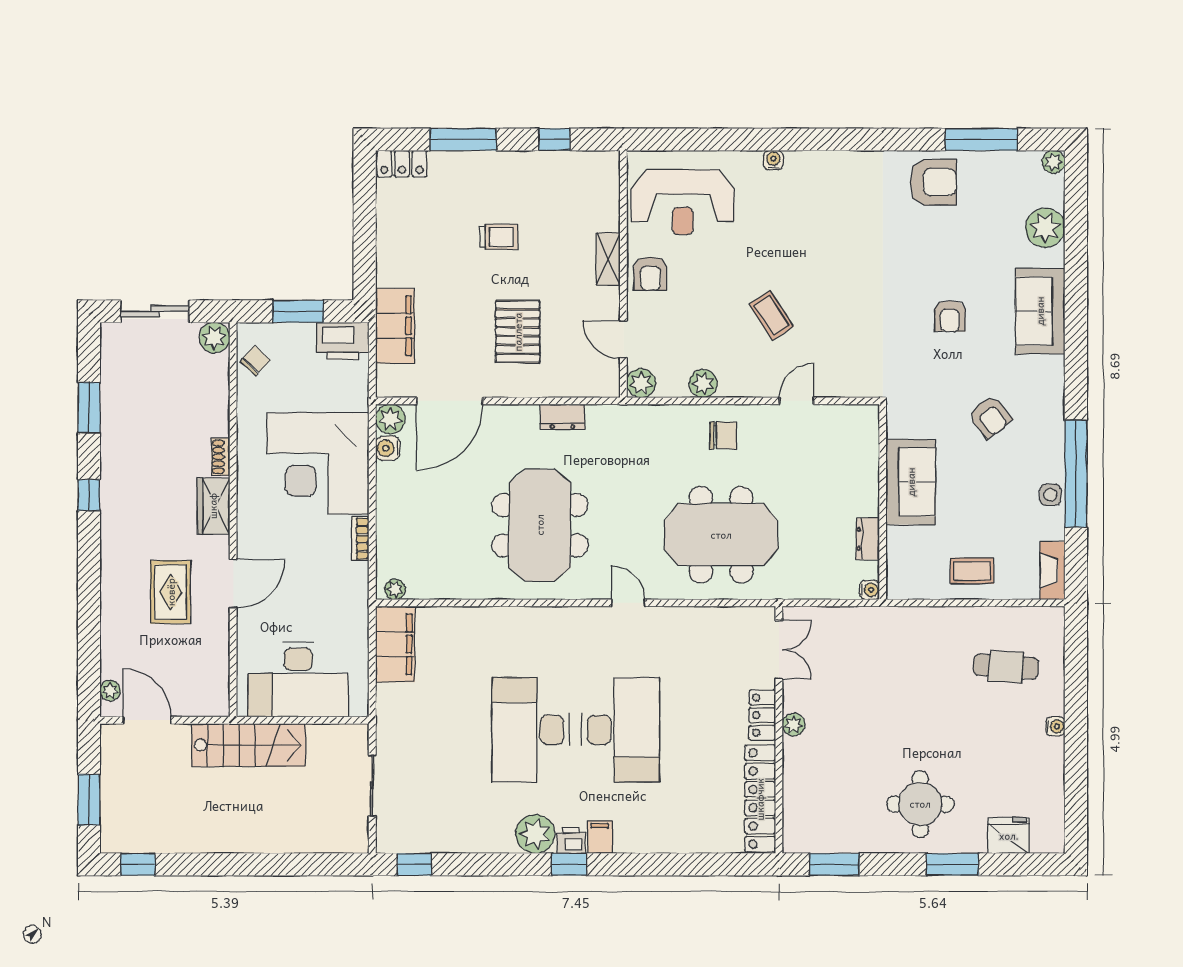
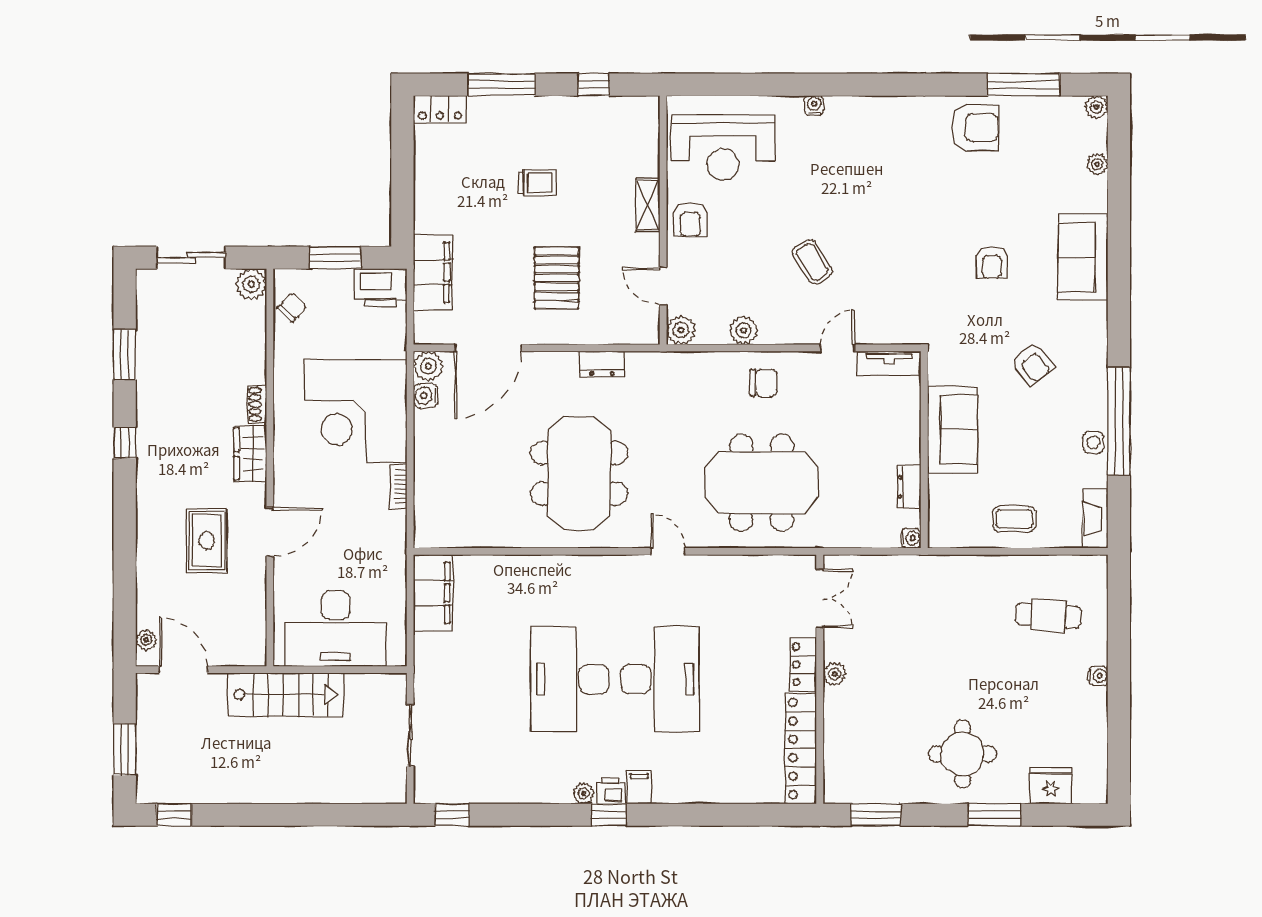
plant: (1045, 228) -> (1097, 164), width x0.53, depth x0.53
tv unit: (848, 416) -> (889, 363), added
plant: (395, 589) -> (433, 538), removed
plant: (535, 834) -> (584, 793), width x0.53, depth x0.53

